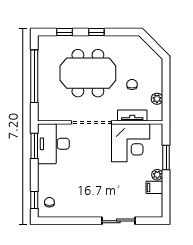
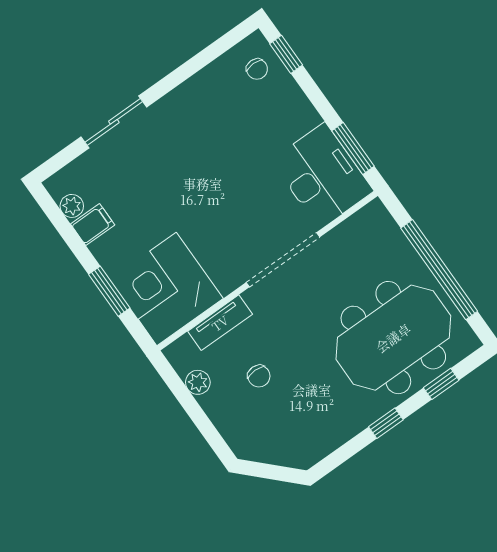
meeting table: (88, 73) -> (393, 338), moved
corner desk: (131, 143) -> (167, 289), moved
plant: (157, 175) -> (72, 206), moved

